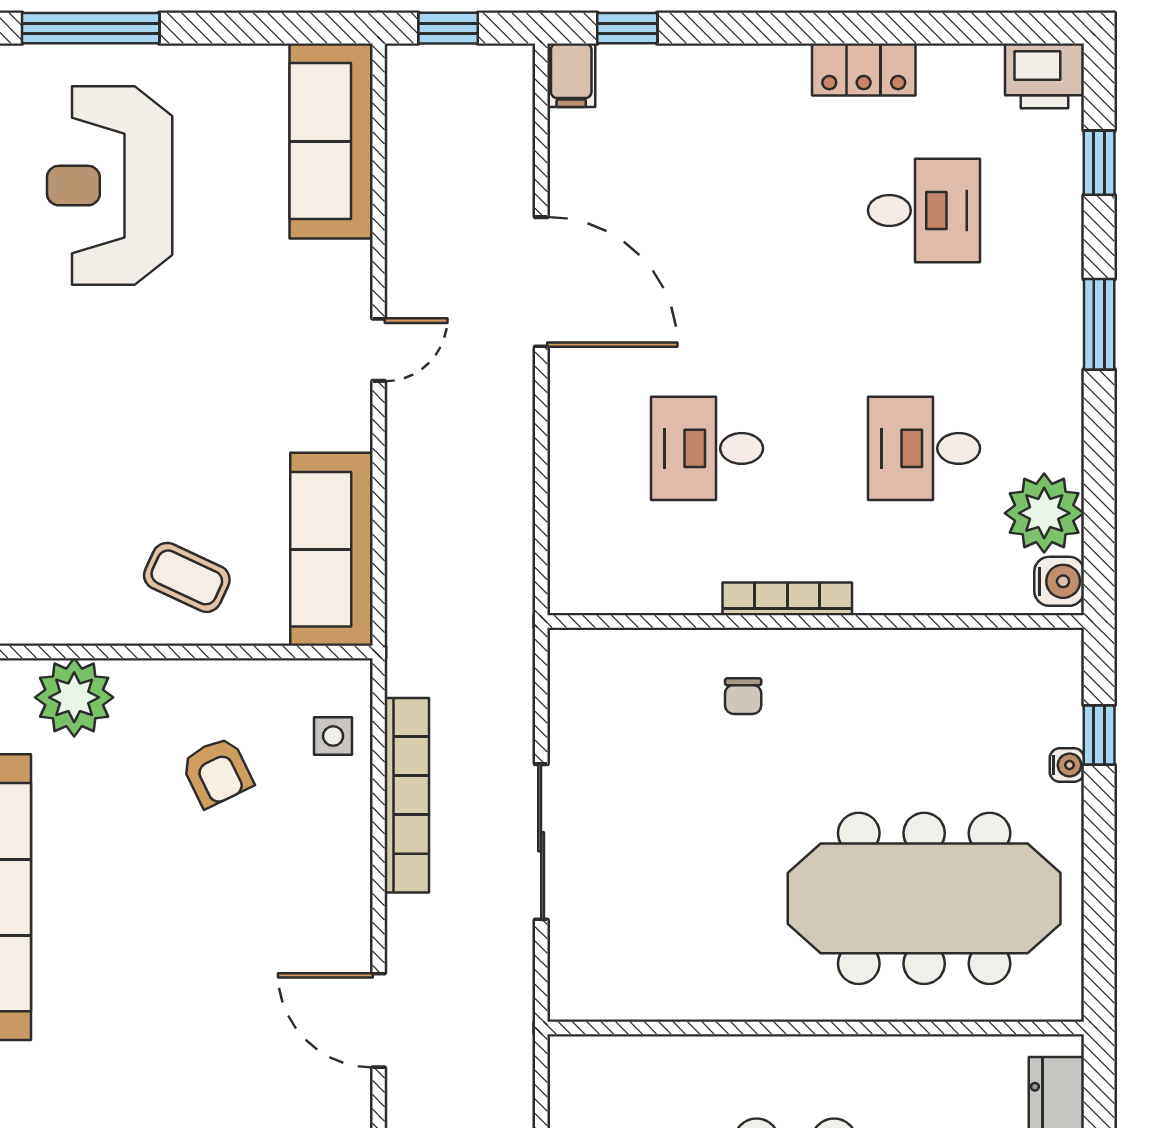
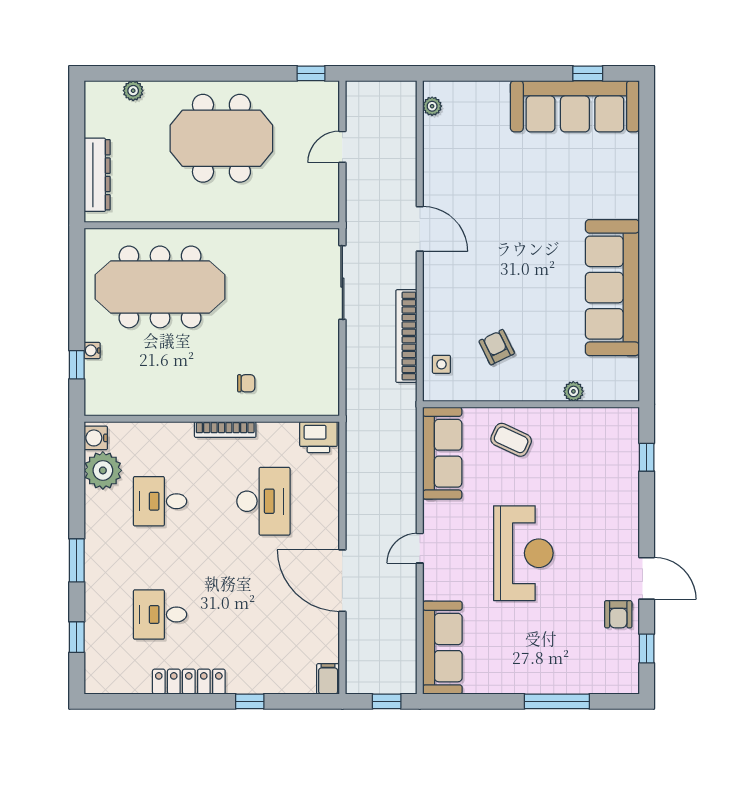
window: (627, 28) -> (250, 701), moved
locker: (864, 70) -> (189, 682), width x1.53
printer: (1044, 76) -> (318, 437), moved, turned 180
reception desk: (110, 186) -> (523, 553), moved
desk: (707, 448) -> (263, 501), width x1.37
desk: (924, 448) -> (160, 501), turned 180
chair: (743, 696) -> (246, 383), turned 90
plant: (74, 697) -> (573, 391), width x0.53, depth x0.53
sliding door: (541, 842) -> (342, 283), moved

